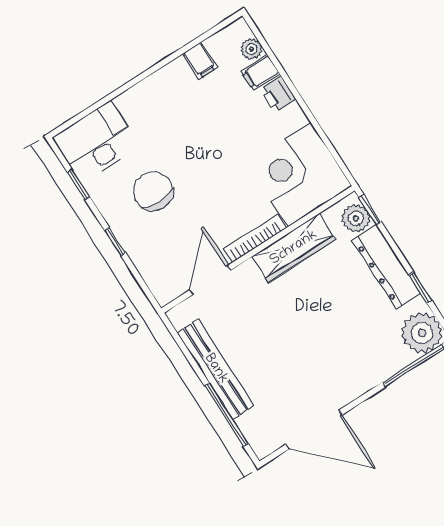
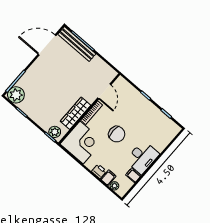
desk: (96, 142) -> (142, 157), moved
chair: (153, 191) -> (117, 134), moved
dresser: (386, 267) -> (37, 117), removed
bench: (216, 369) -> (77, 44), moved

